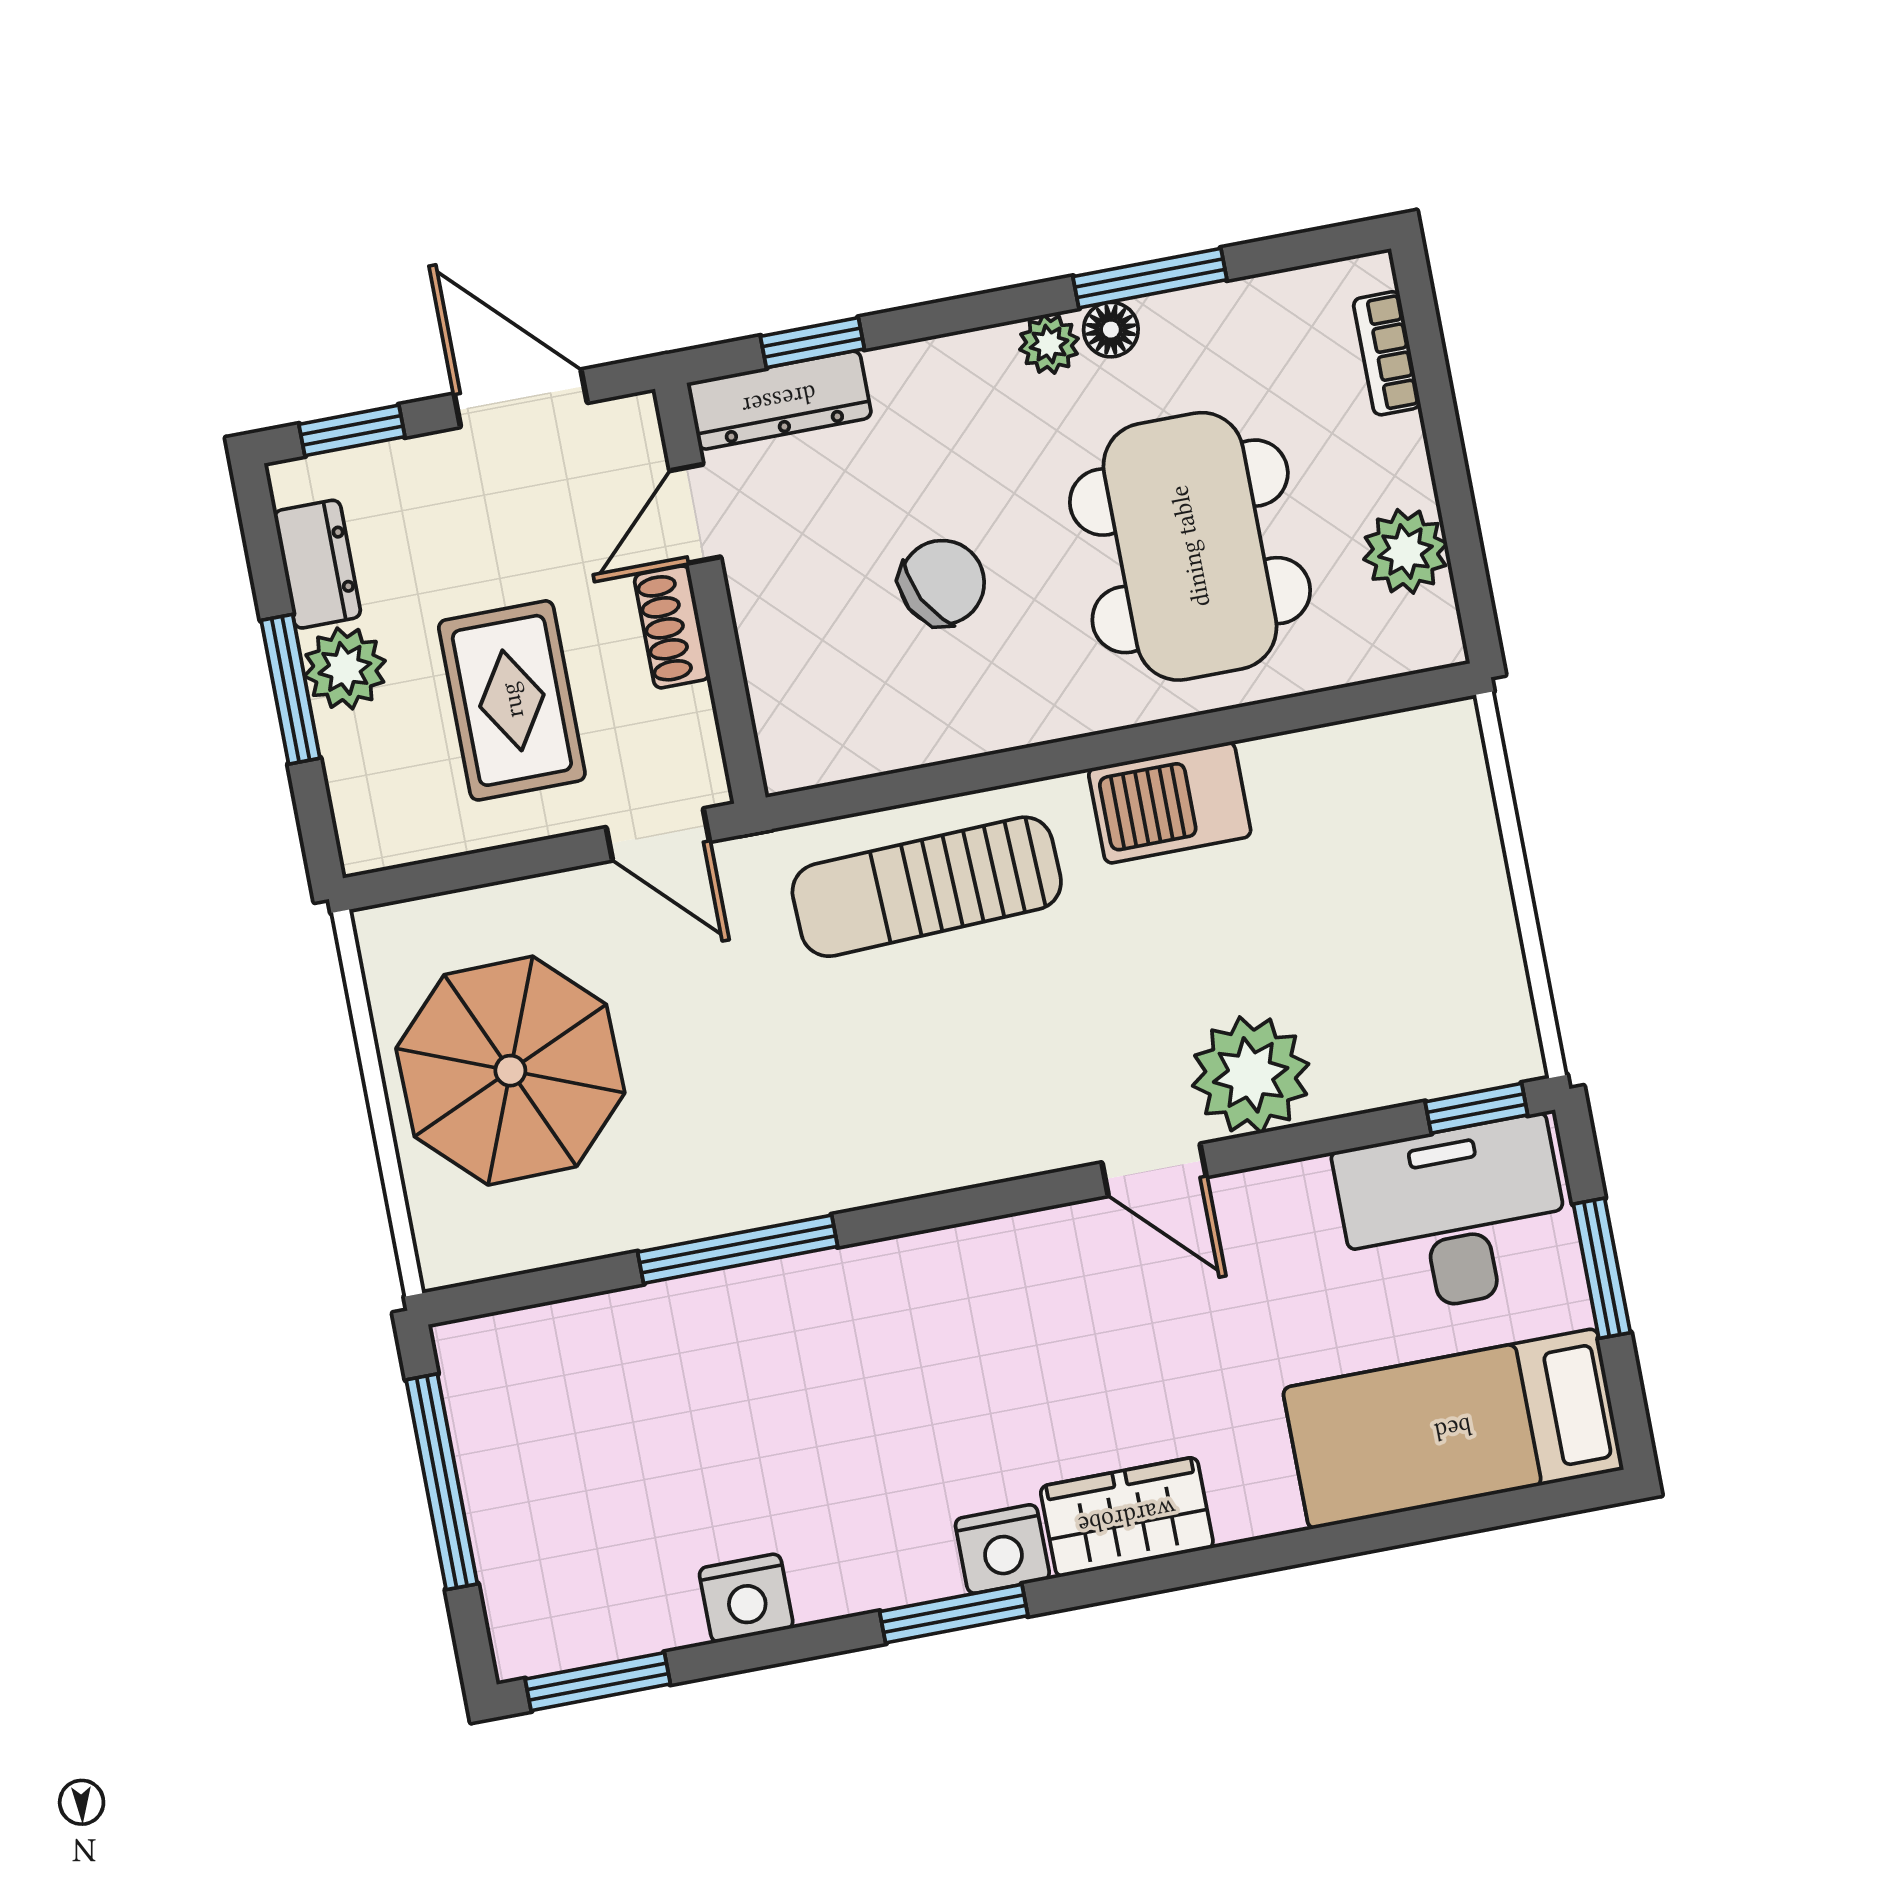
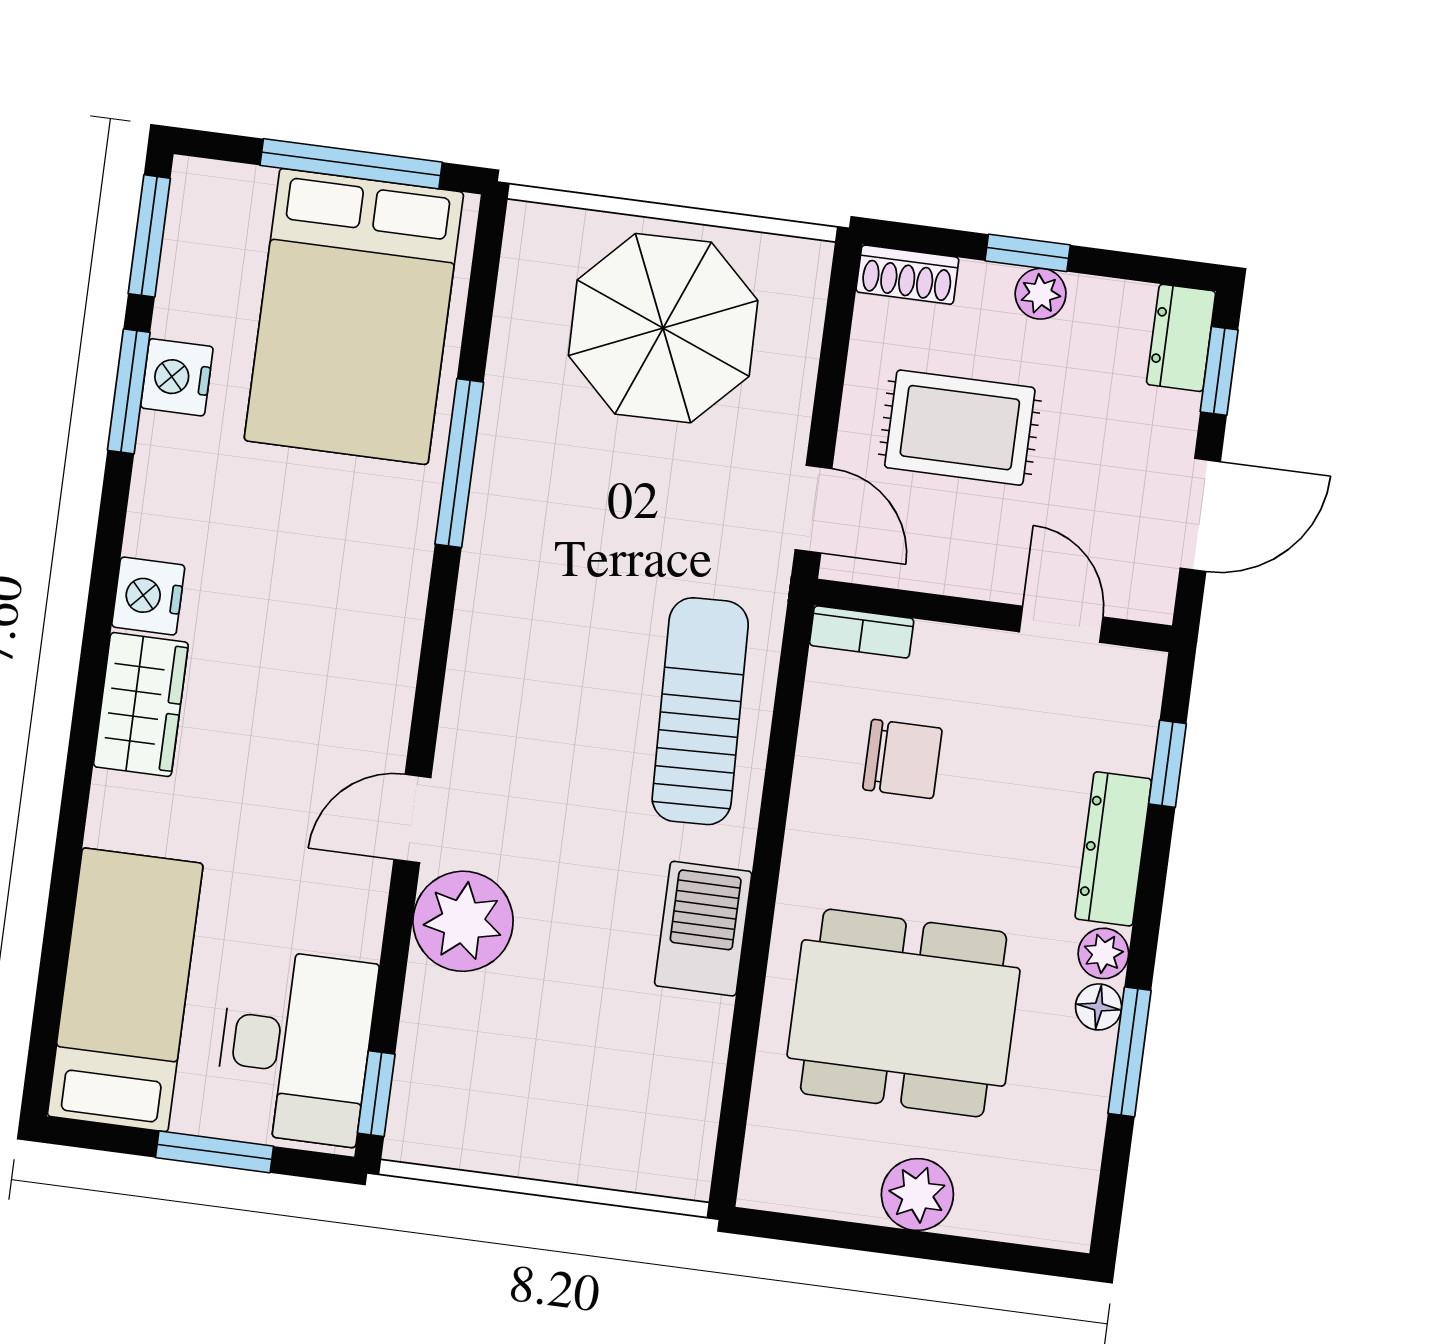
bookcase: (1387, 353) -> (862, 632), moved, turned 180
dresser: (779, 400) -> (1113, 849), moved
plant: (1405, 551) -> (917, 1194), moved
dresser: (317, 564) -> (1181, 338), moved, turned 90
chair: (942, 583) -> (902, 759), moved, turned -63
shoe rack: (672, 627) -> (907, 275), moved, turned 180
plant: (345, 668) -> (1041, 294), width x0.73, depth x0.73
window: (291, 689) -> (1028, 253), width x0.67
door: (658, 834) -> (813, 509), swing flipped
bed: (612, 1422) -> (354, 316), added
window: (954, 1614) -> (129, 391), moved

